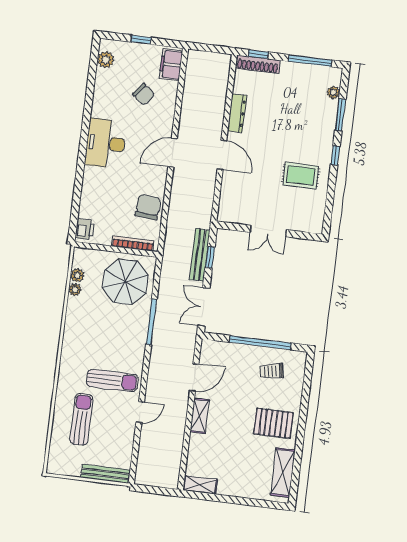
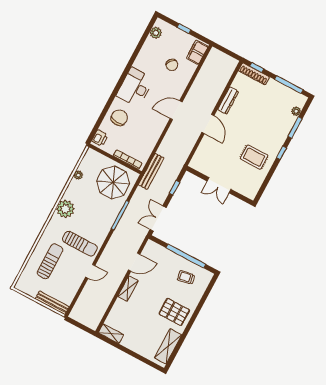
chair: (148, 207) -> (119, 118), moved
bench: (200, 255) -> (151, 171), moved
plant: (77, 275) -> (65, 209), moved, width x1.87, depth x1.87

